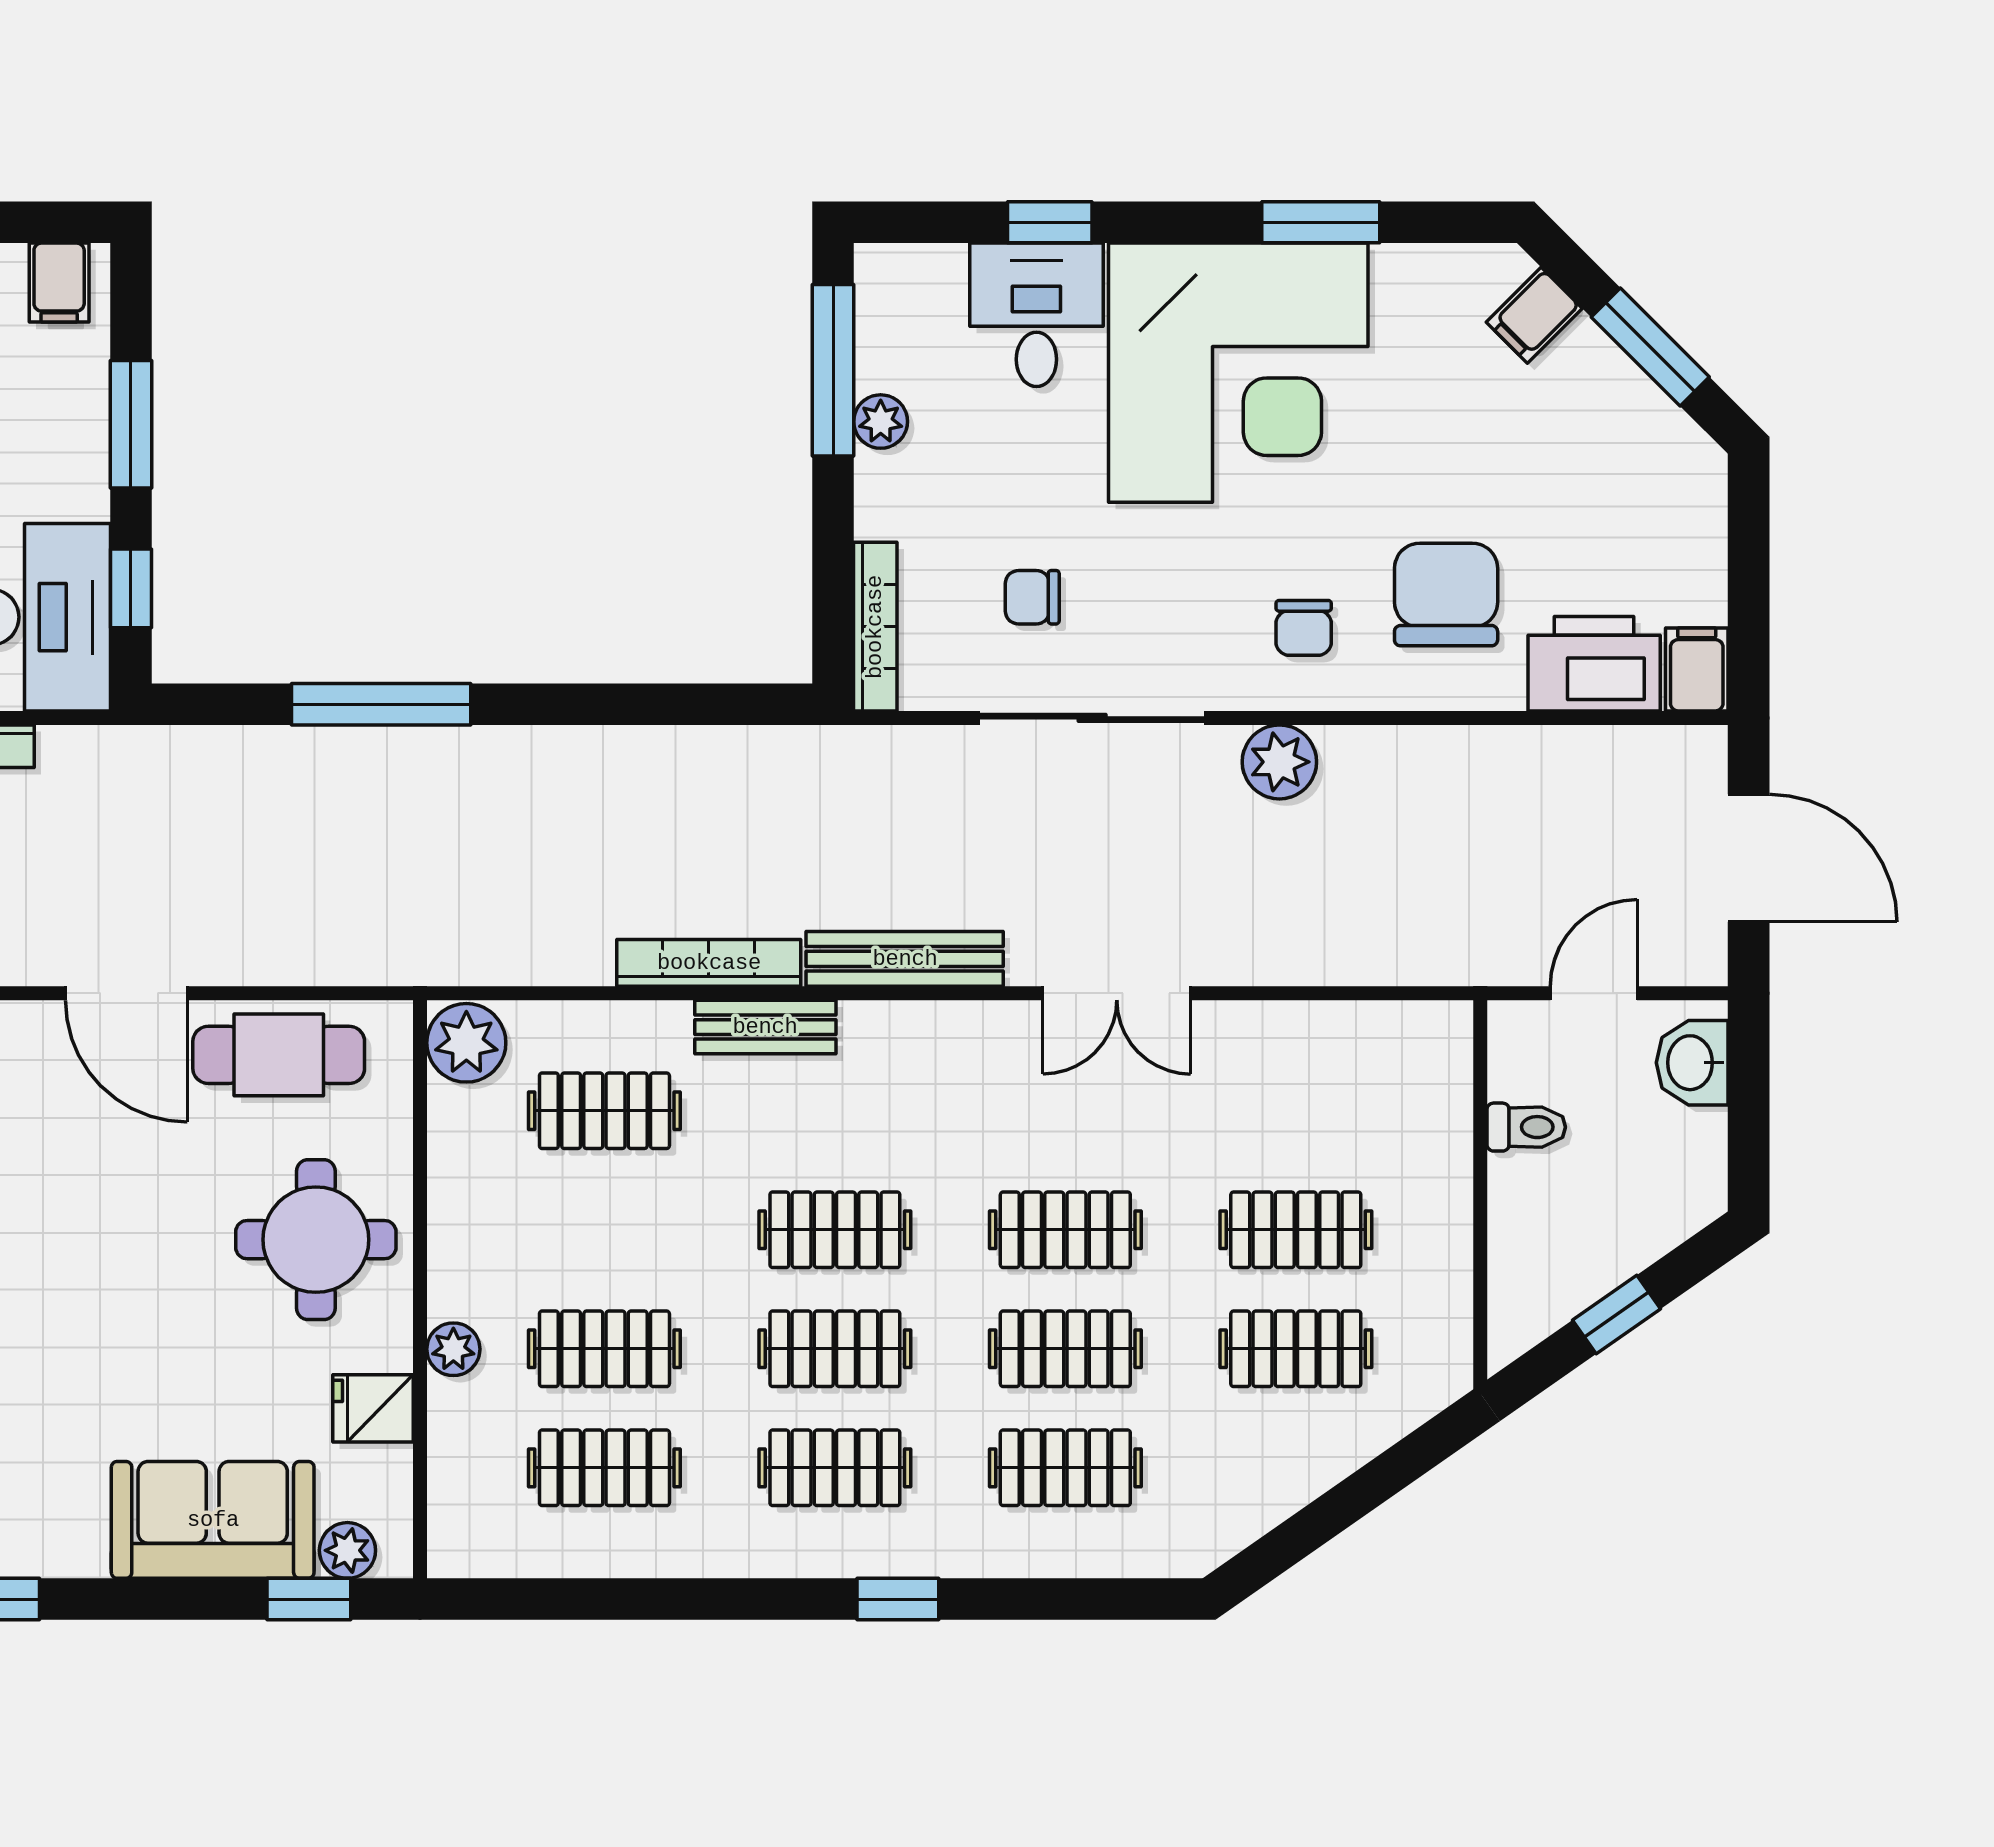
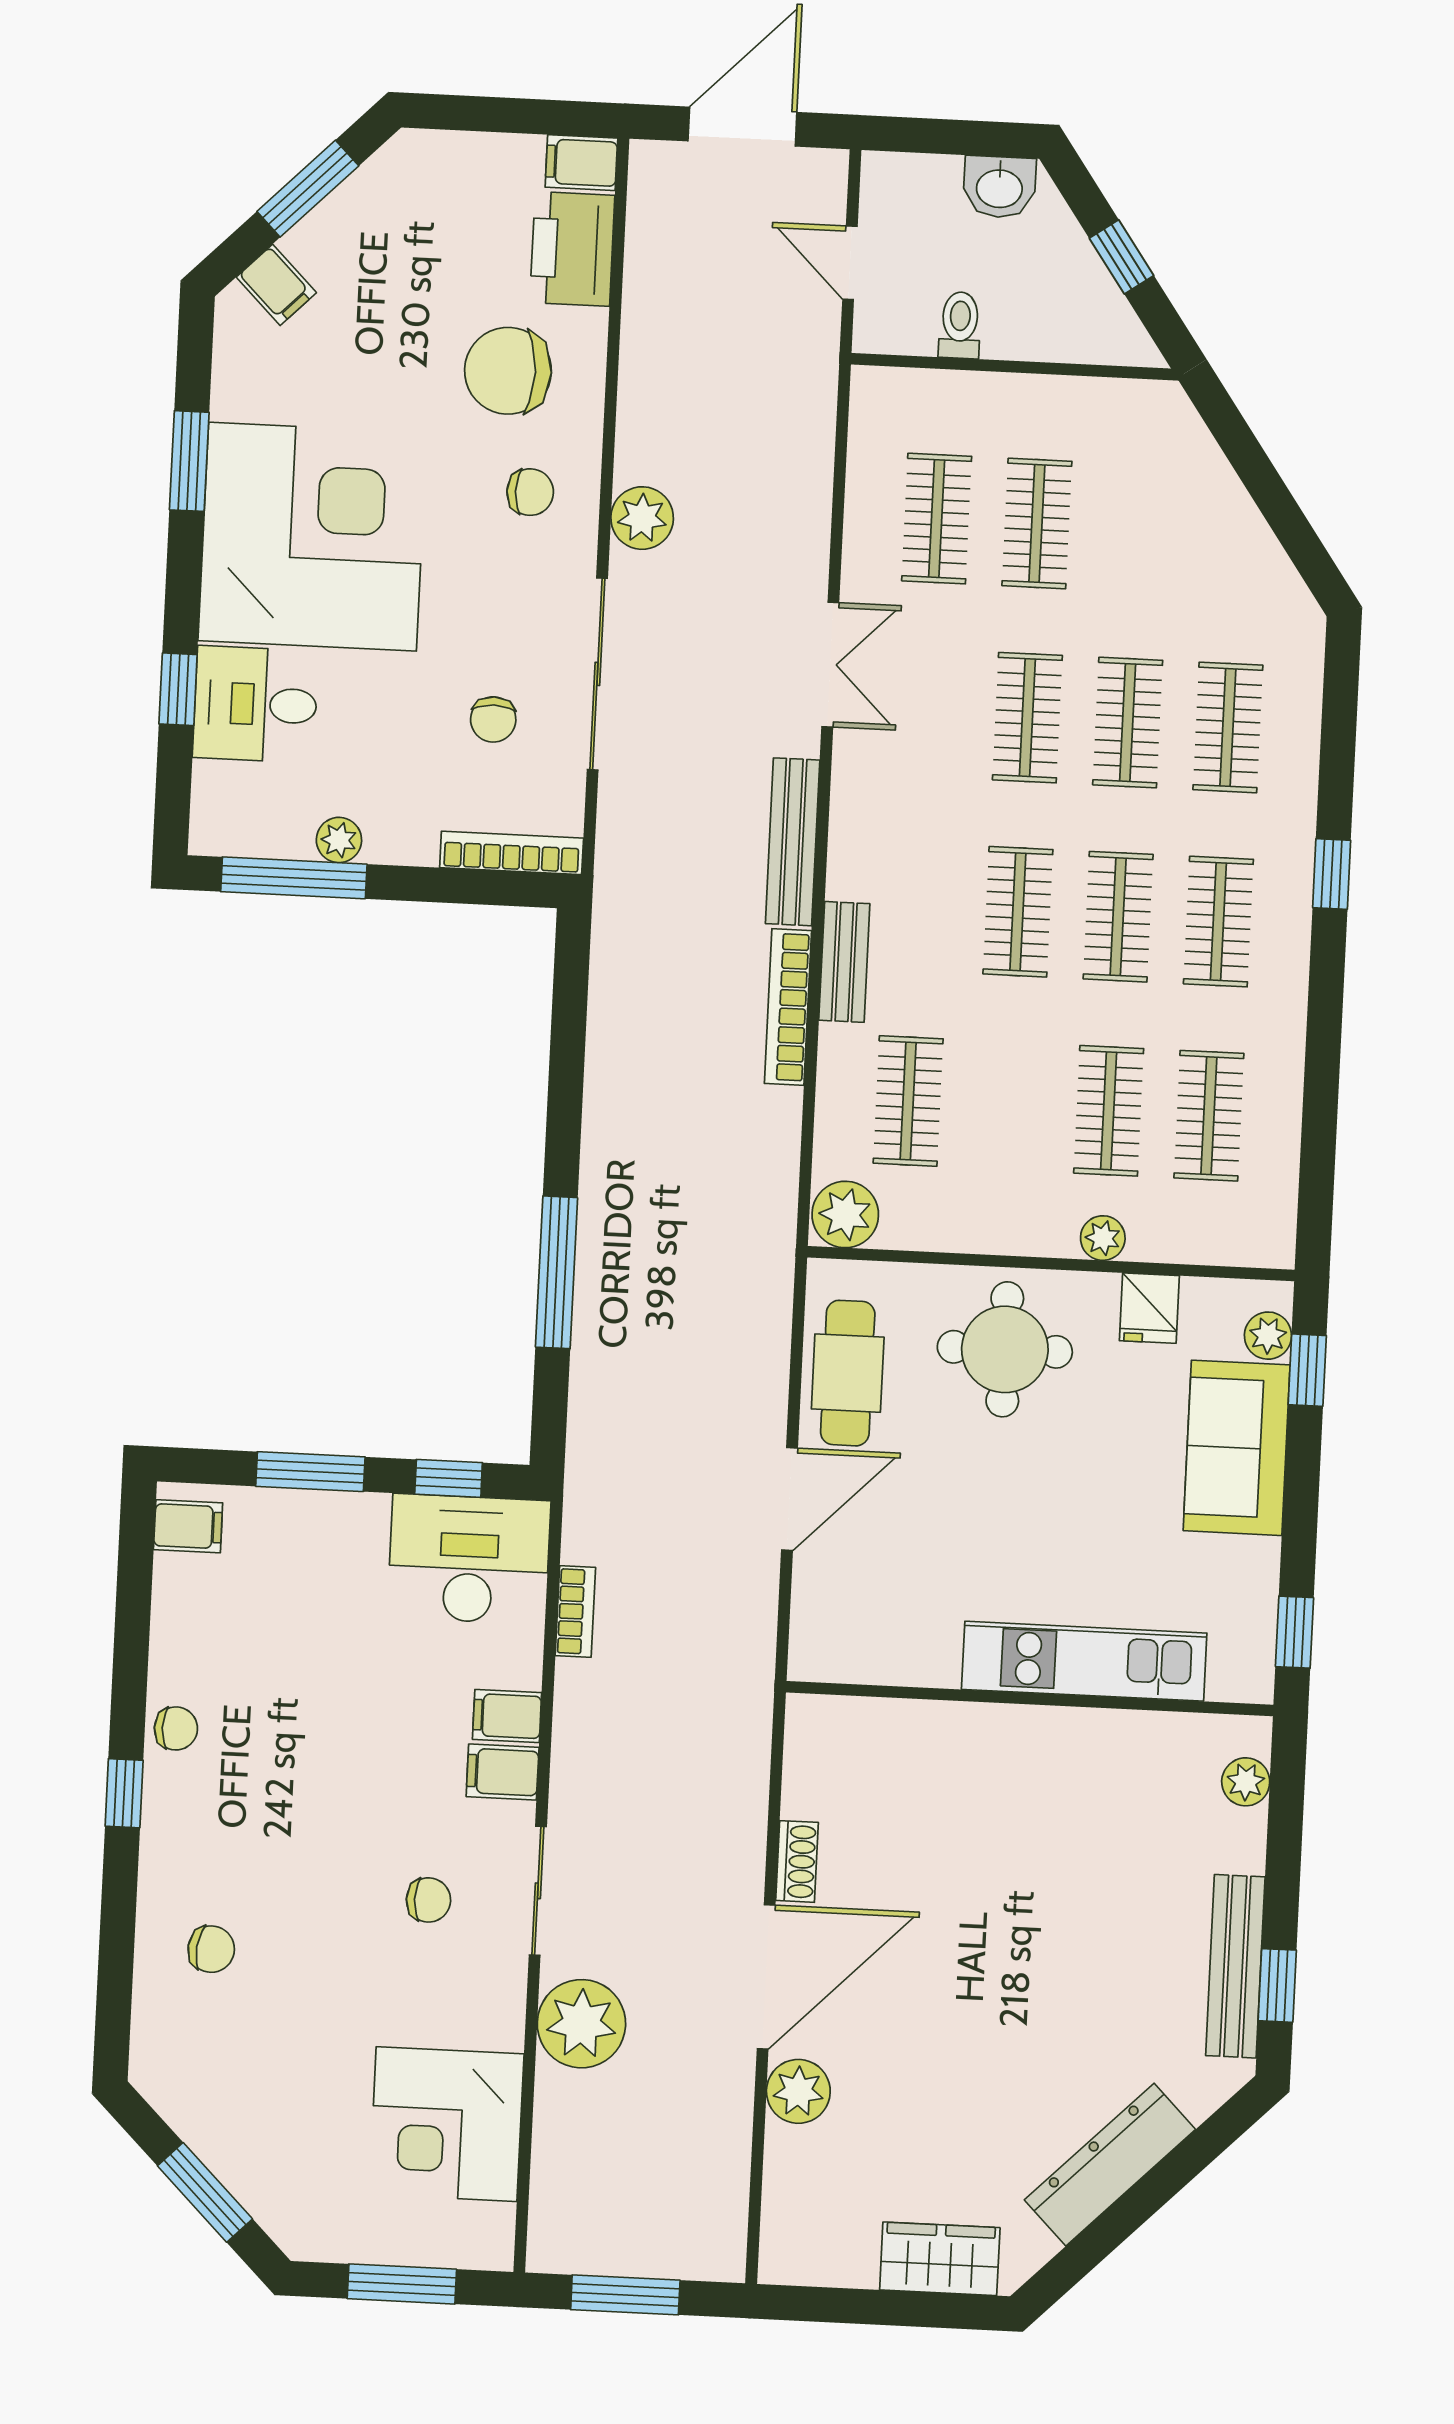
washbasin: (1692, 1063) -> (999, 187), moved
clothes rail: (1296, 1349) -> (937, 519), moved

